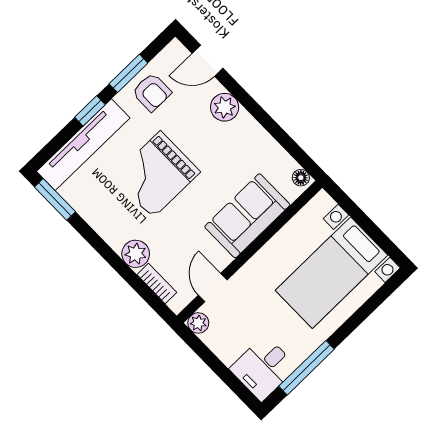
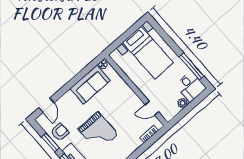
plant: (225, 107) -> (68, 98), removed
sofa: (247, 216) -> (90, 85), moved, turned -90
plant: (136, 254) -> (134, 143), removed
plant: (198, 323) -> (183, 103), moved

